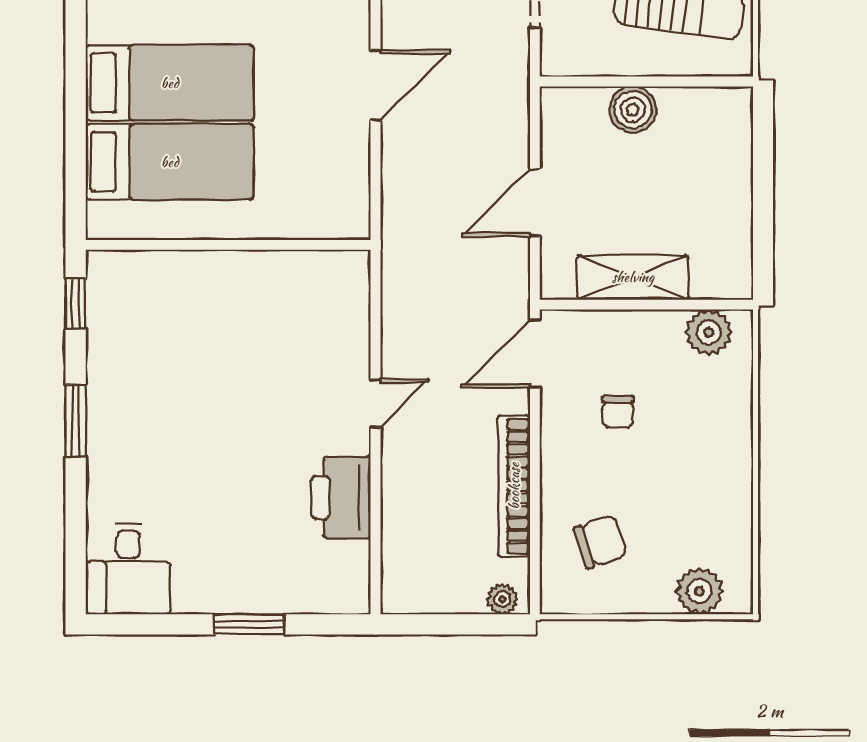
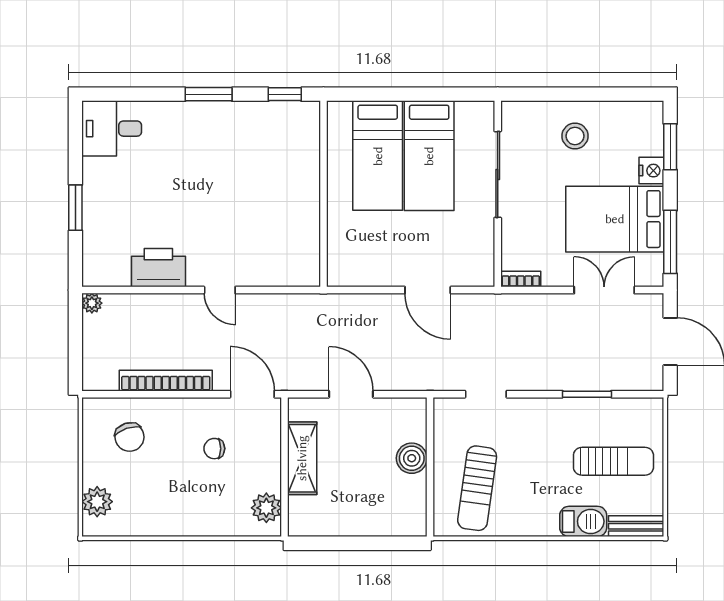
plant: (502, 599) -> (92, 303), moved

